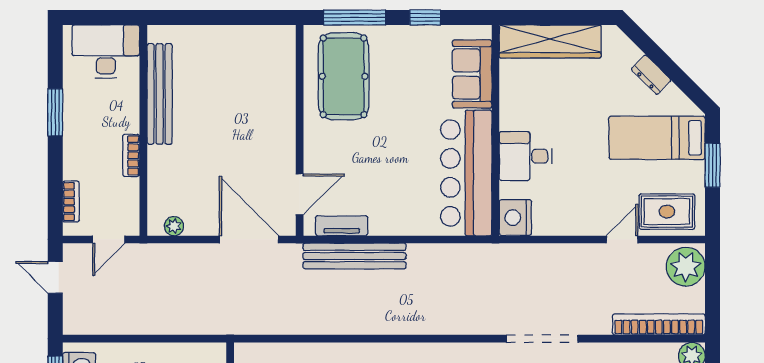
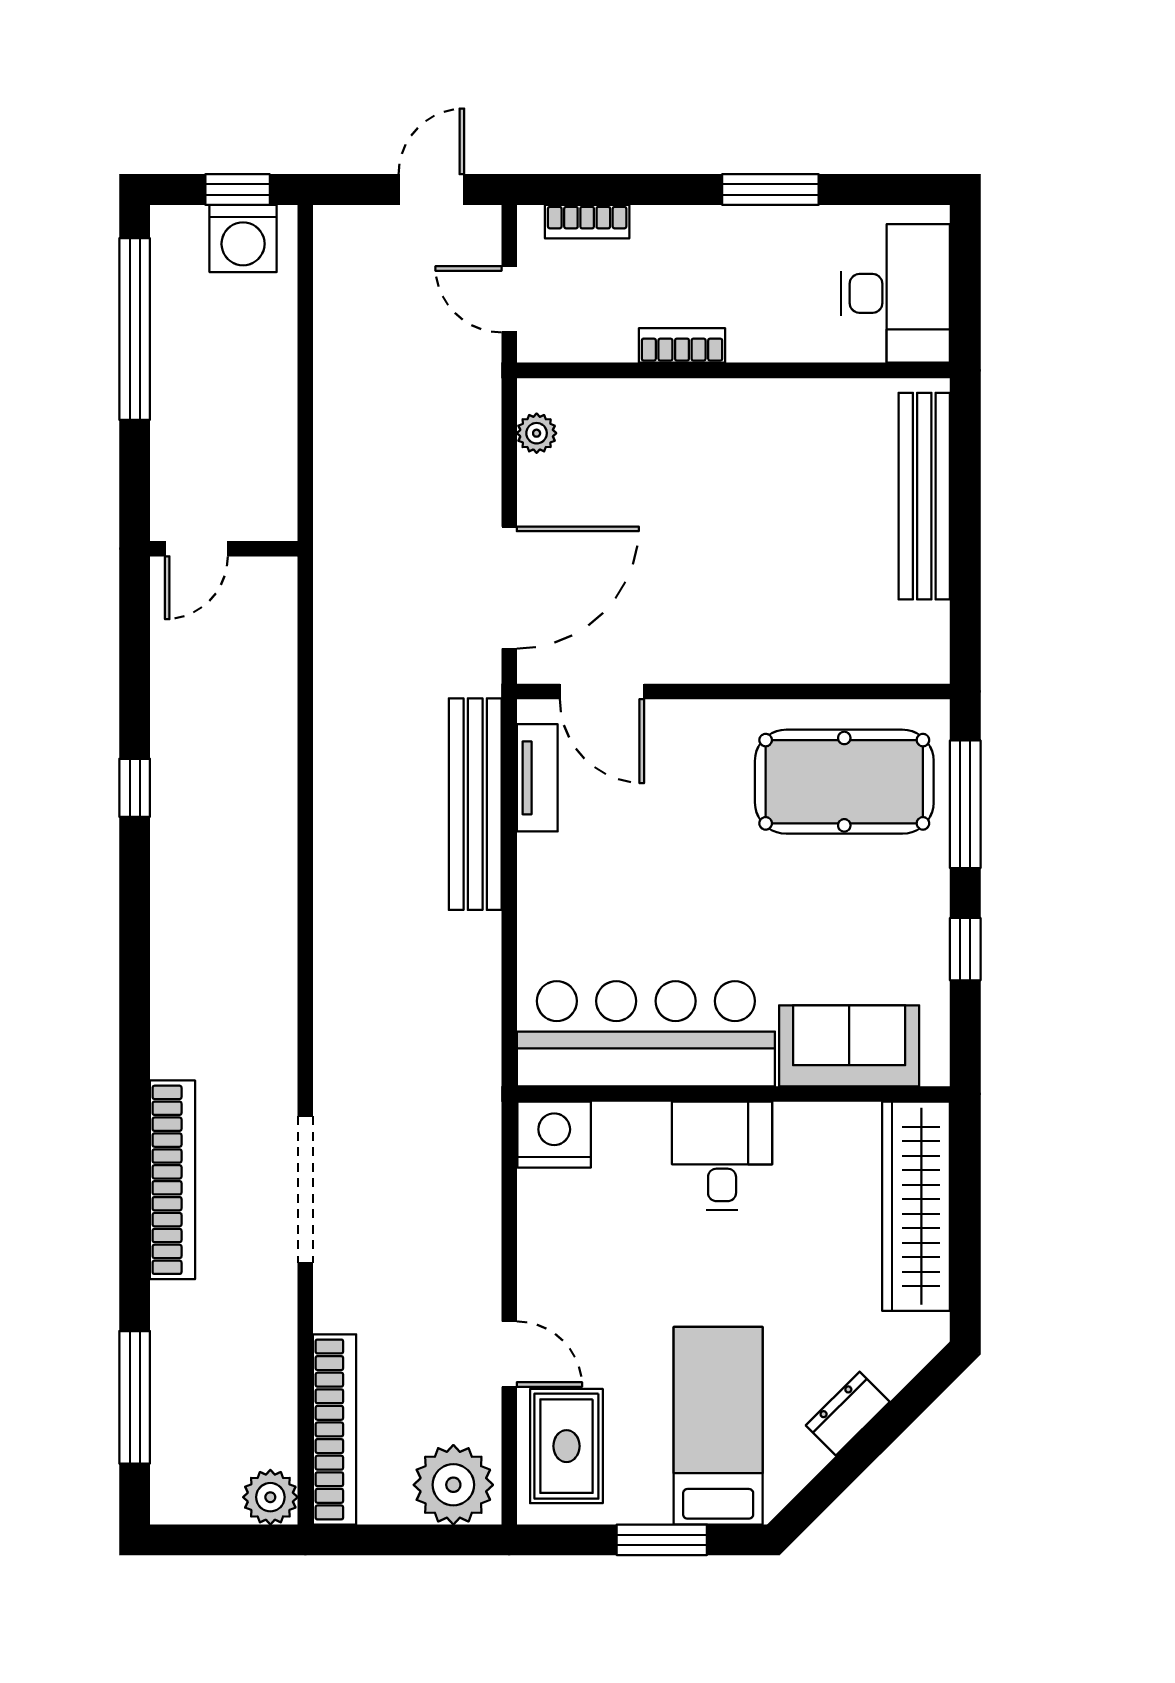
bench: (160, 94) -> (924, 496), moved, turned 90
desk: (526, 156) -> (722, 1156), moved

